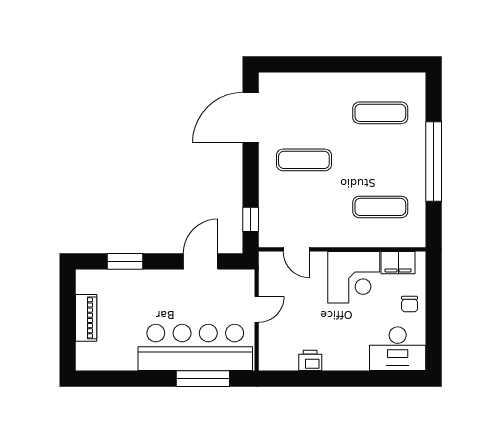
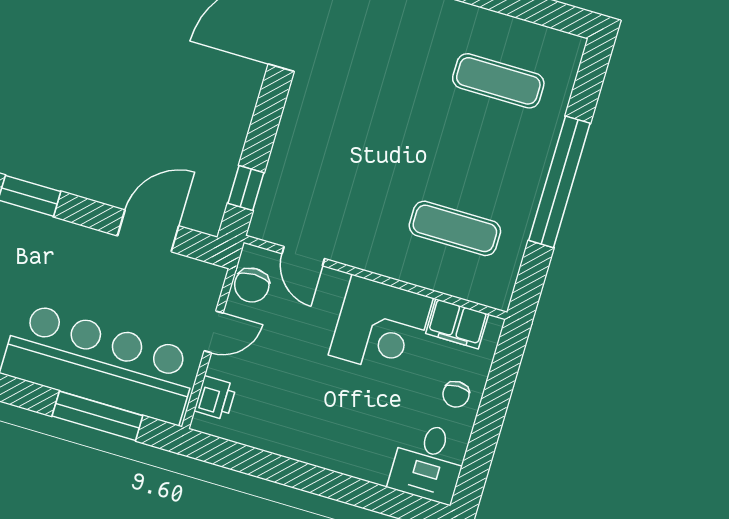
exercise mat: (304, 160) -> (357, 119), removed
chair: (271, 275) -> (252, 285), added
desk: (398, 349) -> (429, 462), width x0.73
printer: (310, 360) -> (215, 398), moved, turned 90

